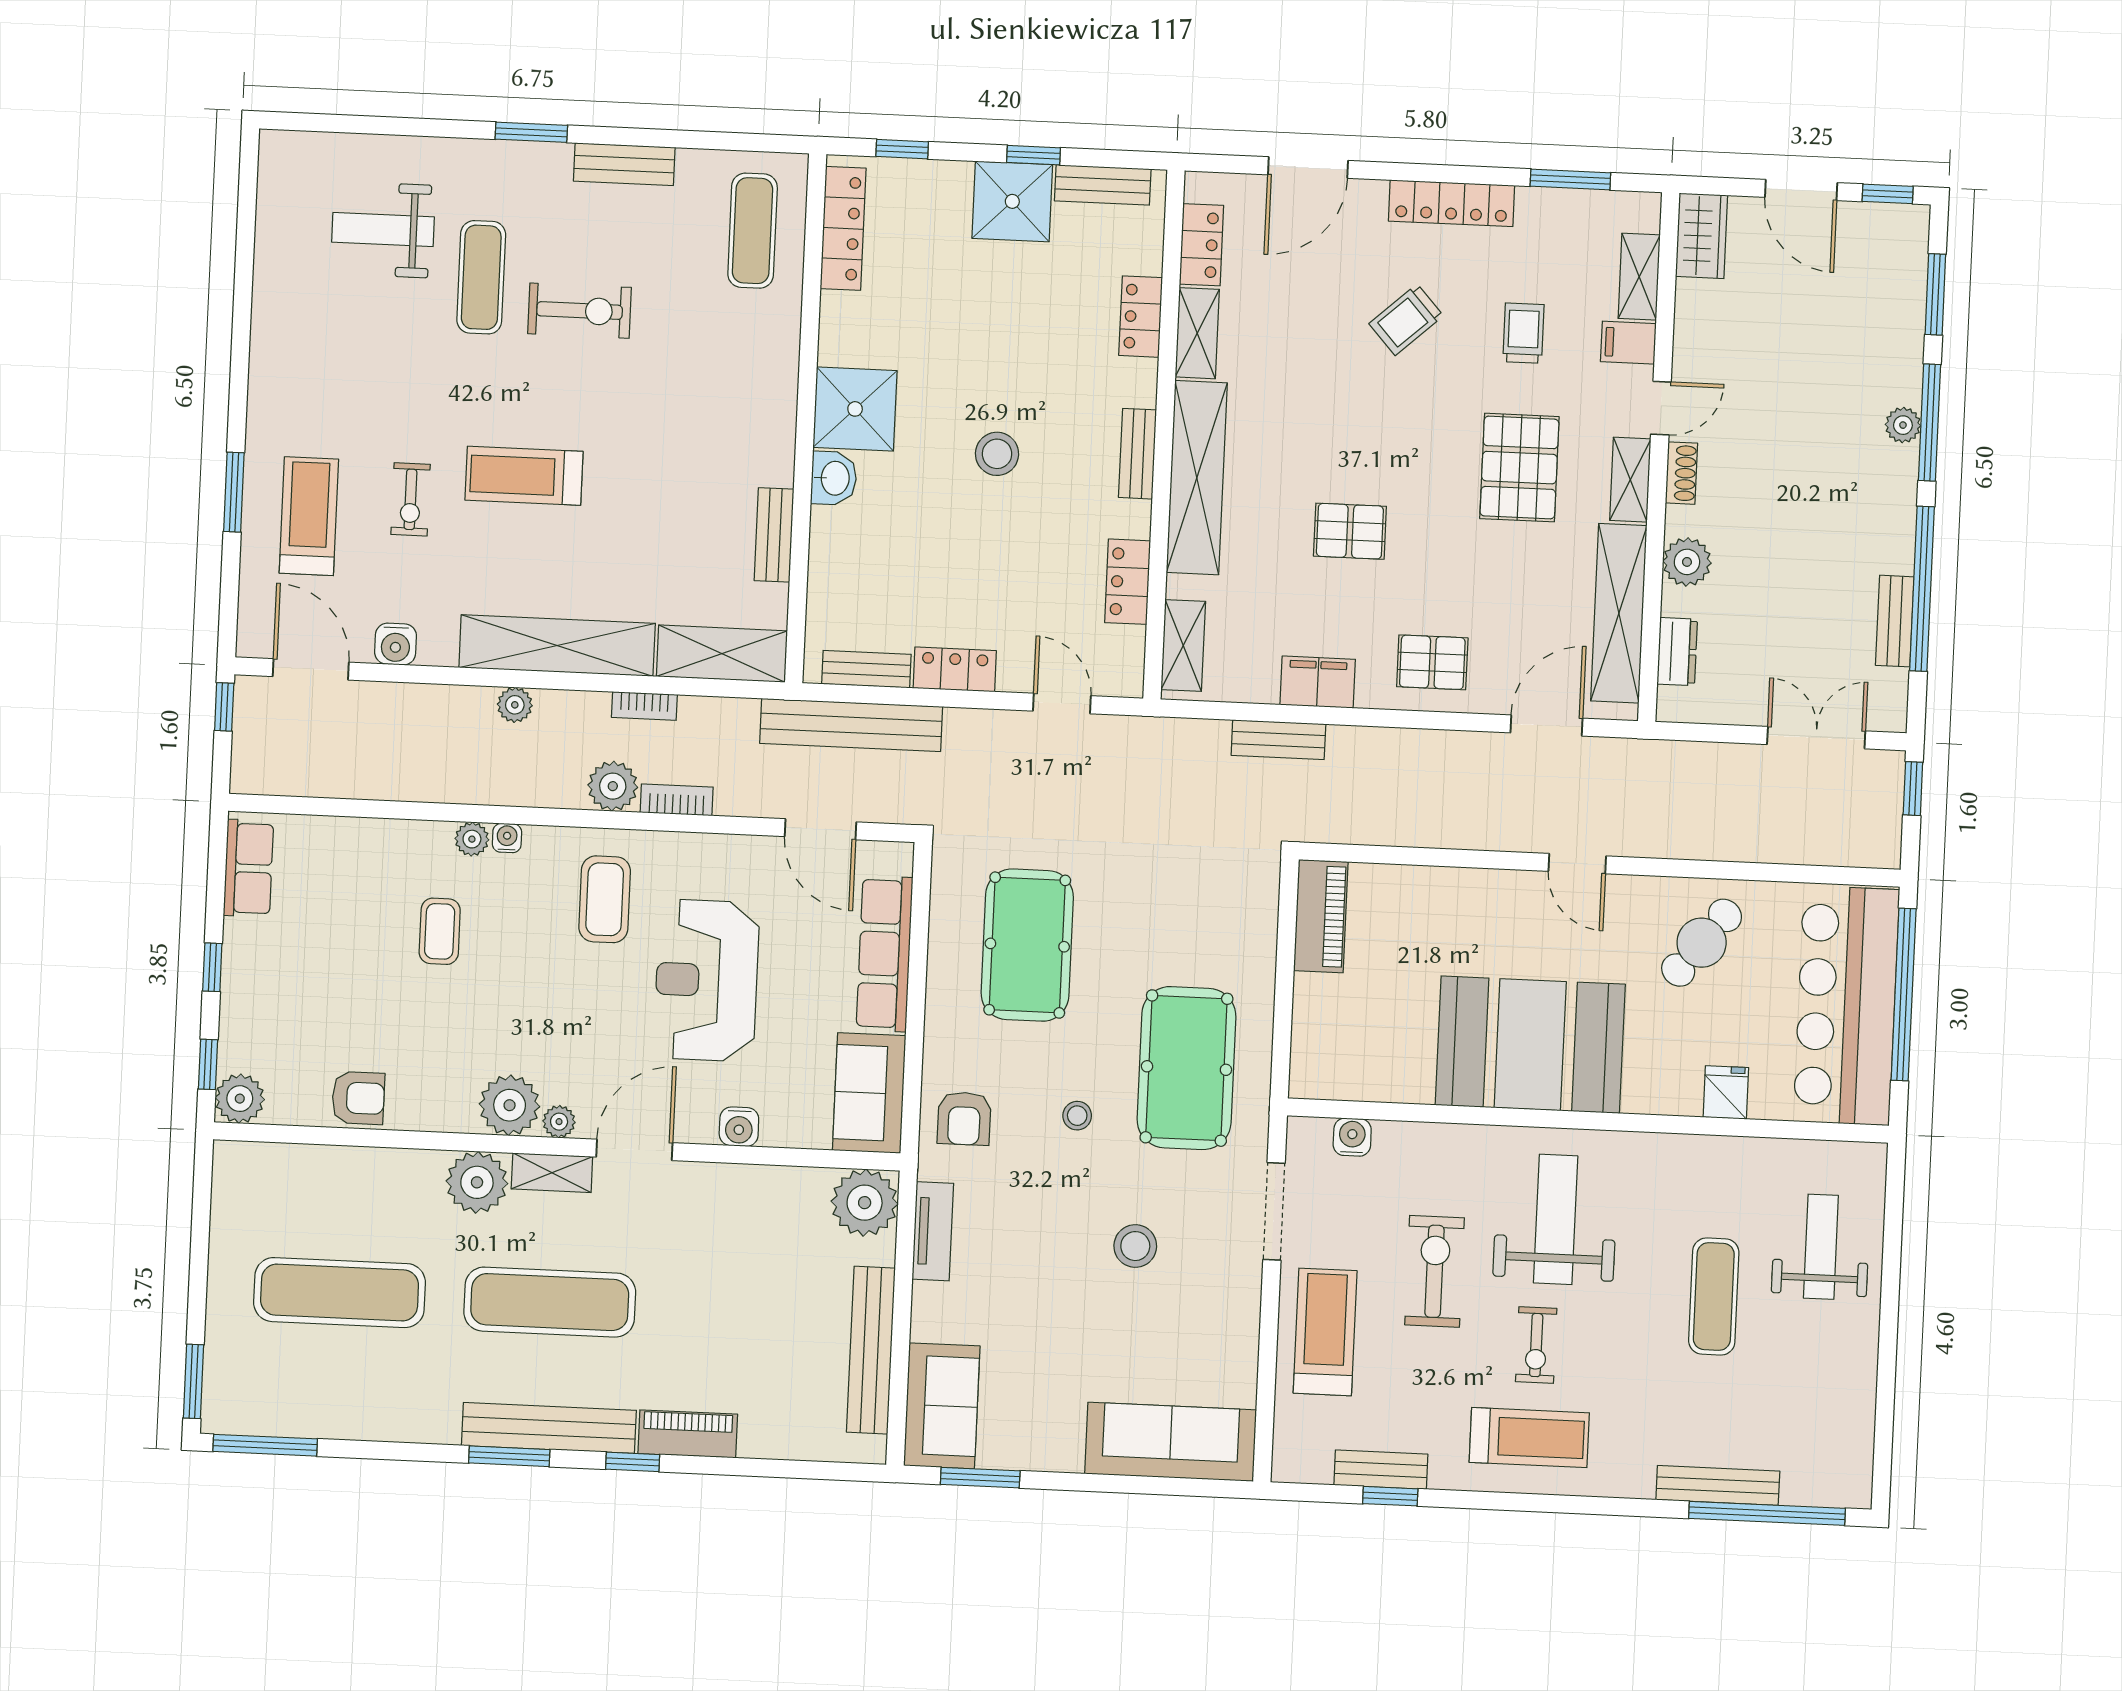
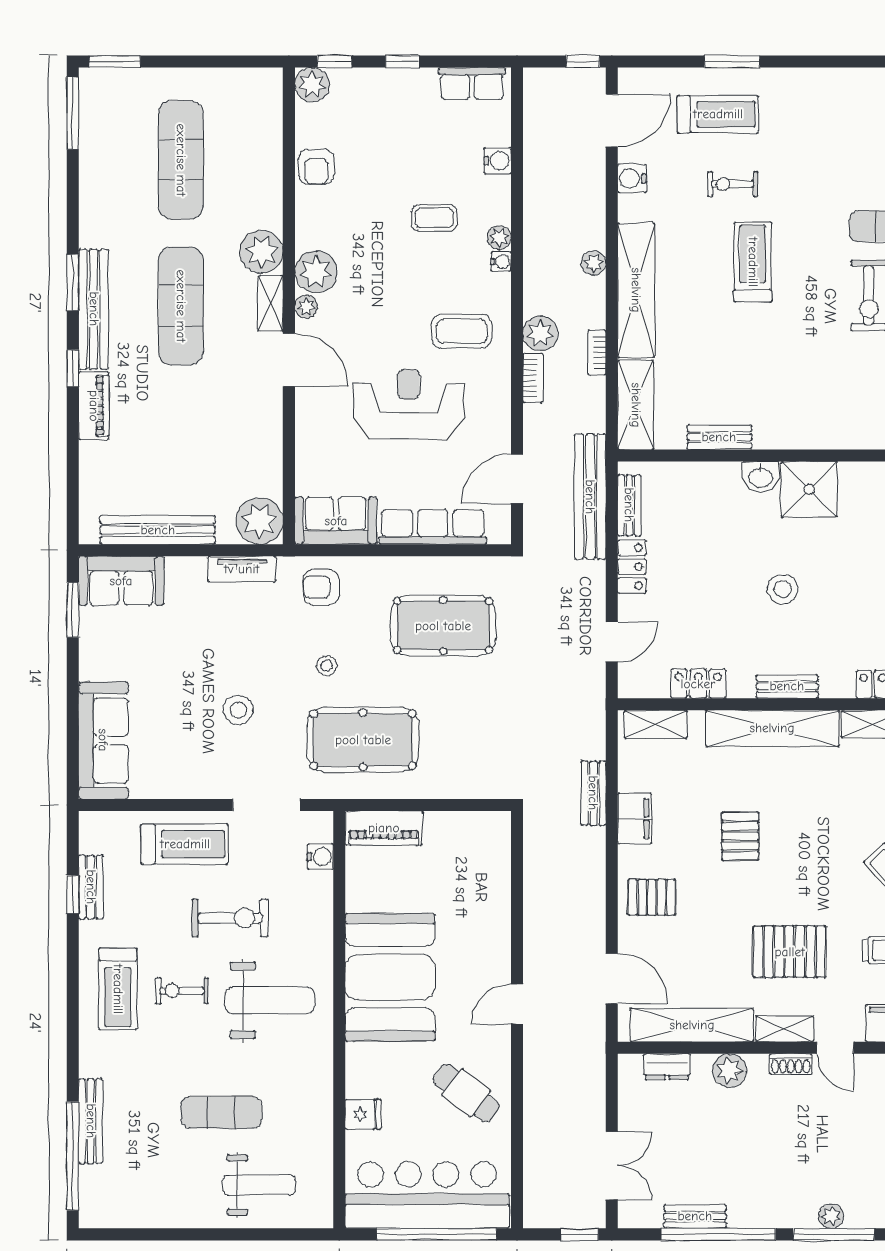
pallet: (1432, 662) -> (652, 897), turned 90
piano: (1321, 916) -> (384, 828), moved
water cooler: (739, 1127) -> (498, 161), moved, turned 180

